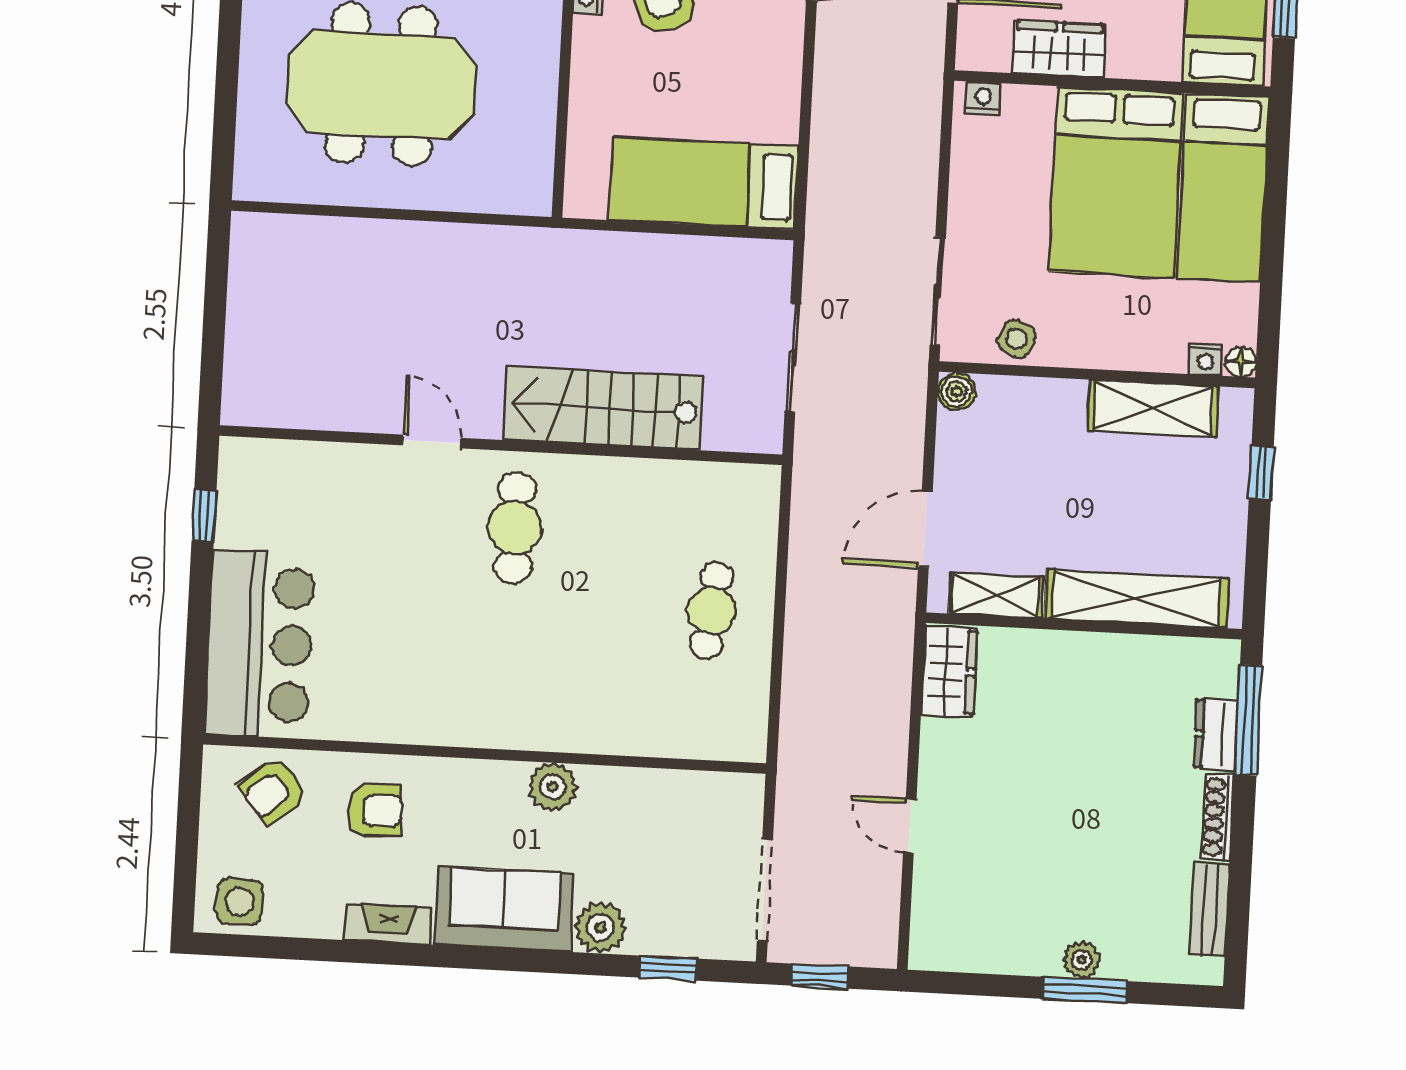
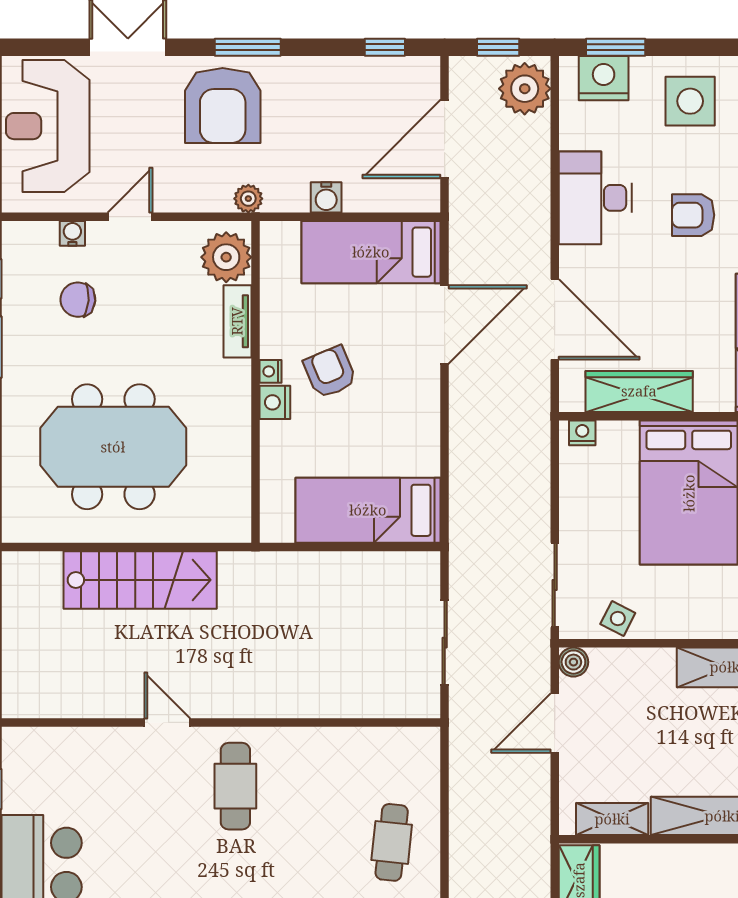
nightstand: (591, 39) -> (275, 402), added
wardrobe: (1059, 49) -> (639, 391), width x1.50
stairs: (603, 408) -> (140, 580), moved, turned 180
door: (925, 529) -> (555, 723), moved

